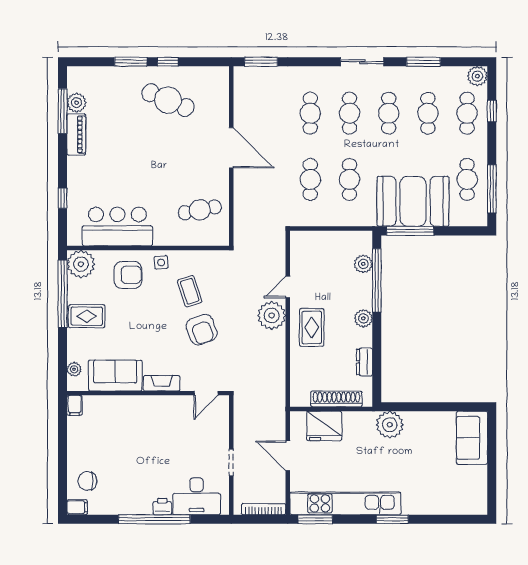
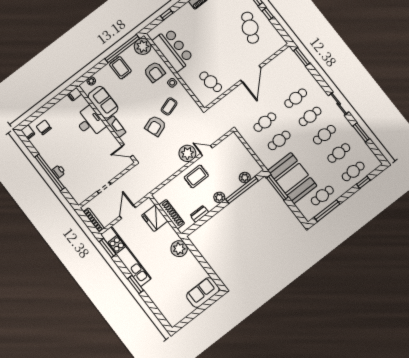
plant: (477, 76) -> (374, 163), removed
desk: (197, 496) -> (90, 122), moved, turned 180

